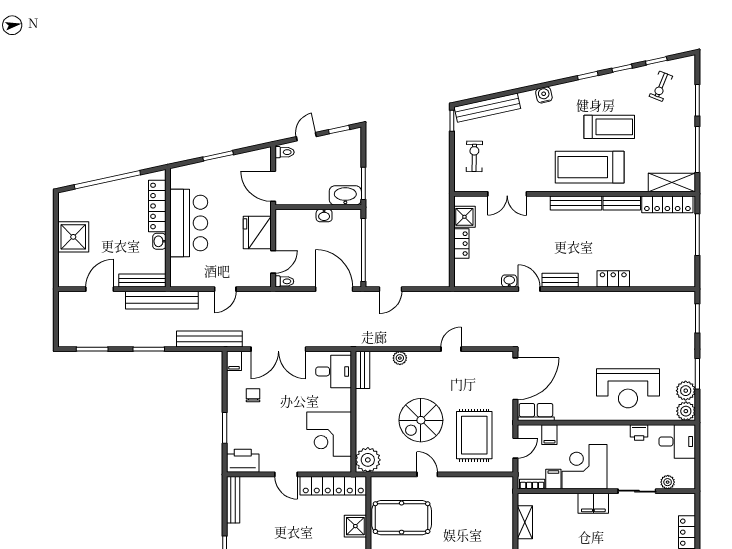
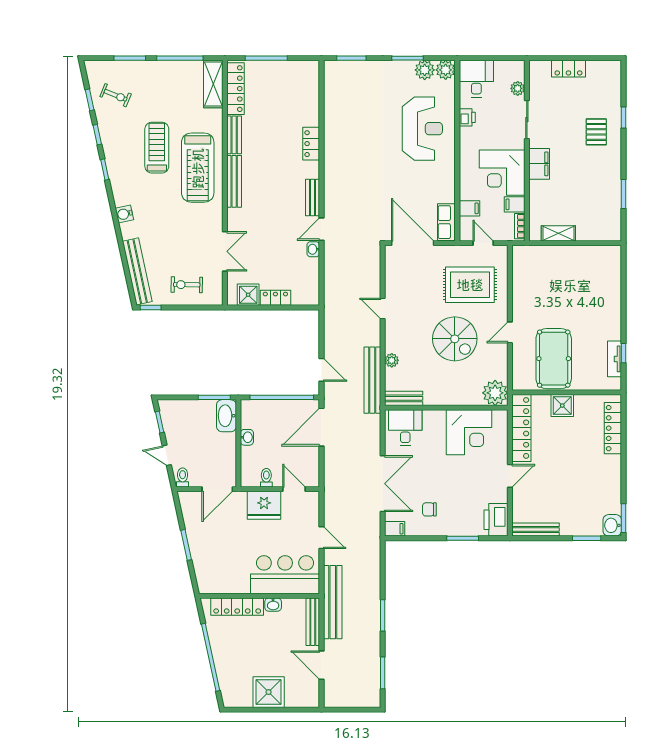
bar counter: (189, 223) -> (285, 575), moved
toilet: (284, 281) -> (266, 478), moved
bench: (209, 339) -> (372, 380), moved

